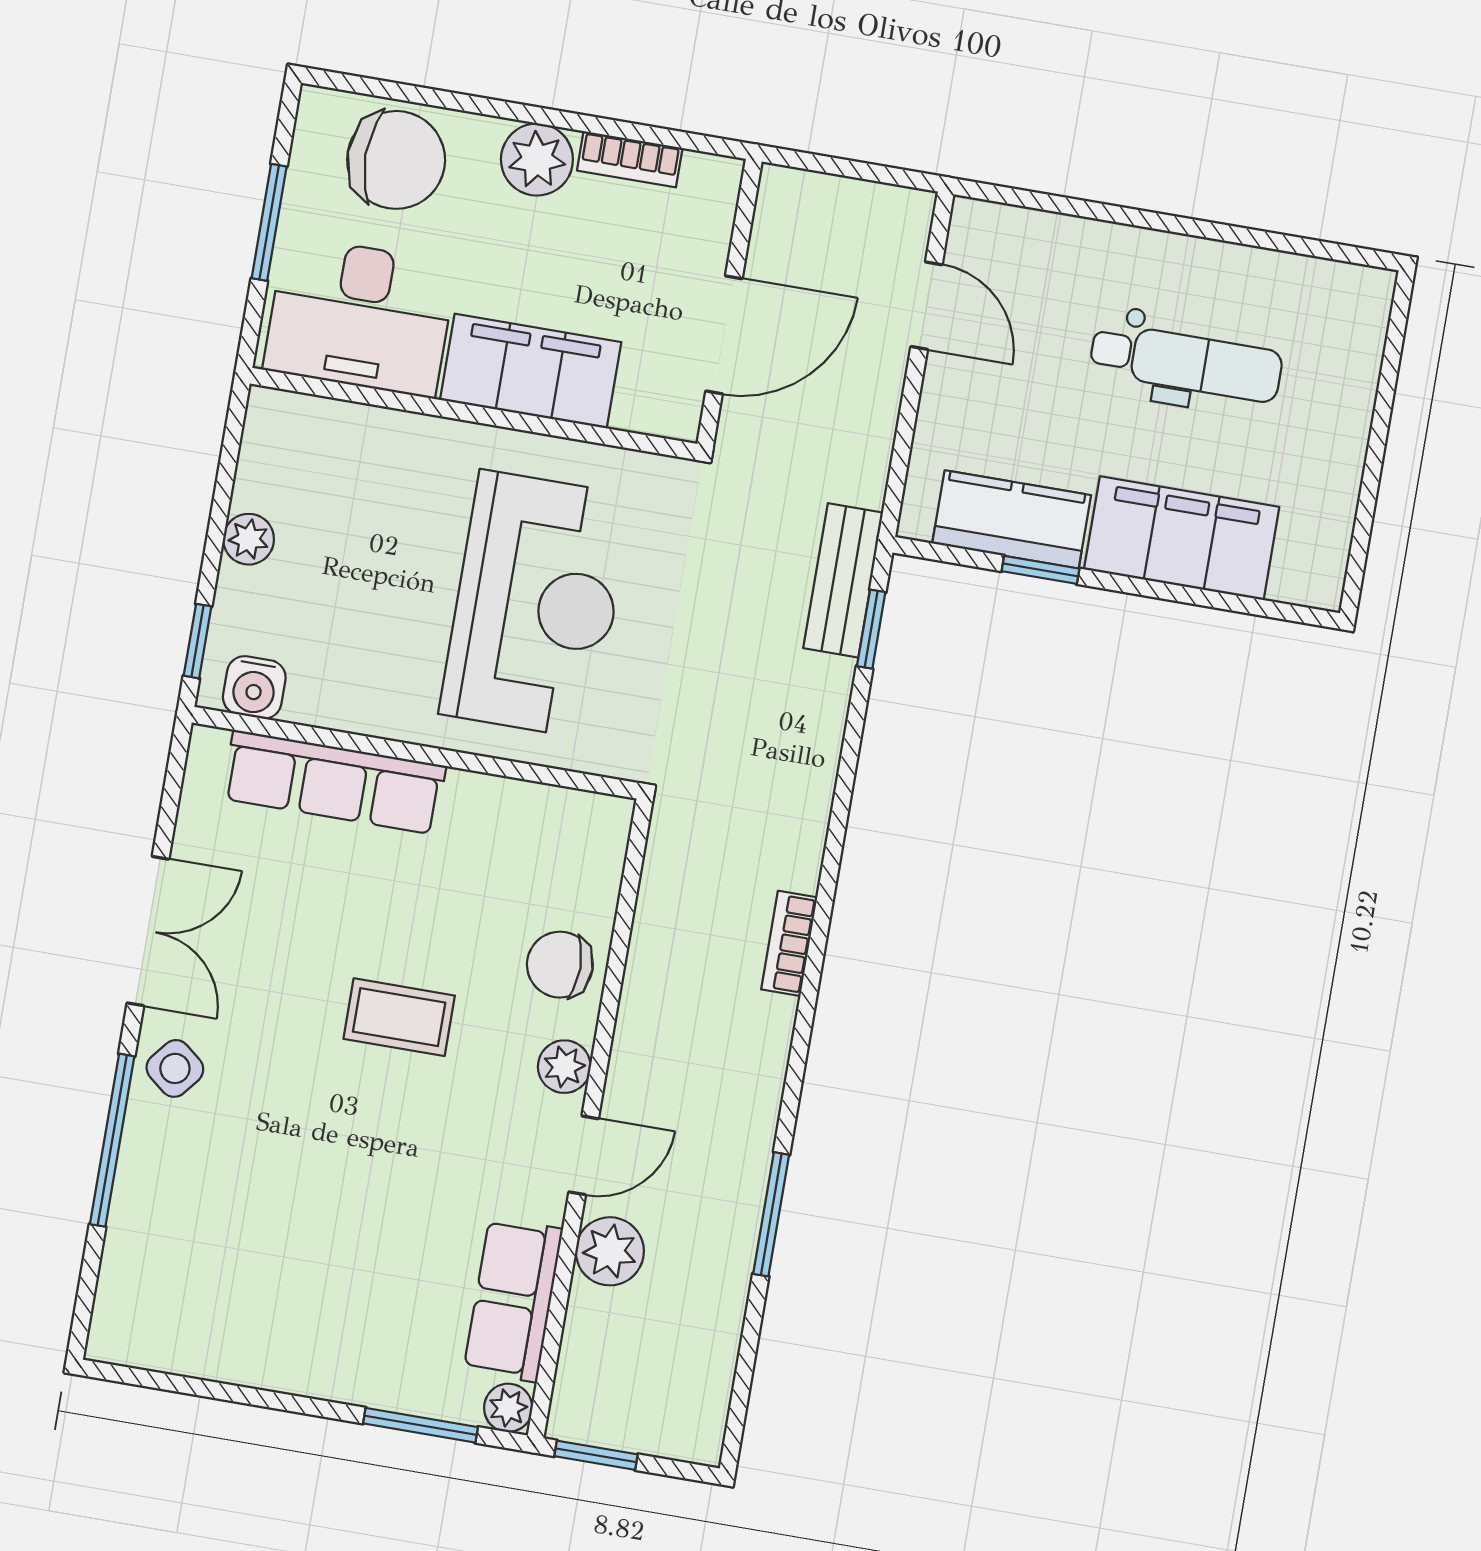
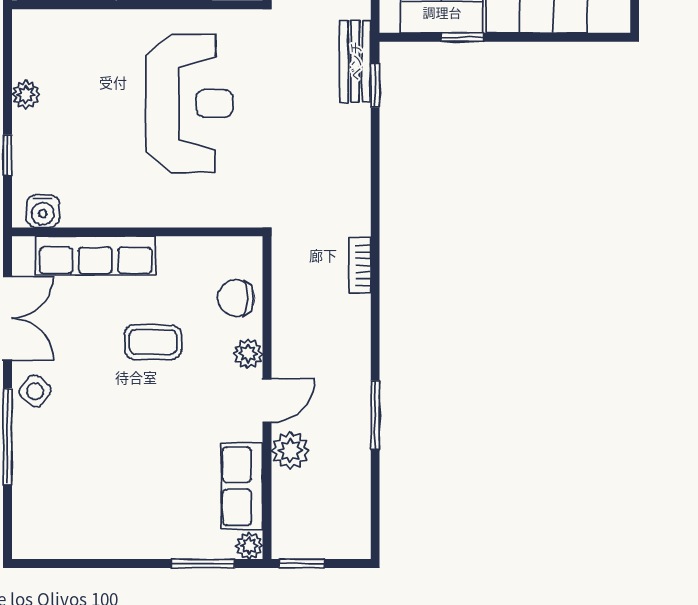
water cooler: (254, 687) -> (43, 211), moved
wall: (415, 753) -> (137, 232), moved
row of seats: (334, 782) -> (95, 256), moved

